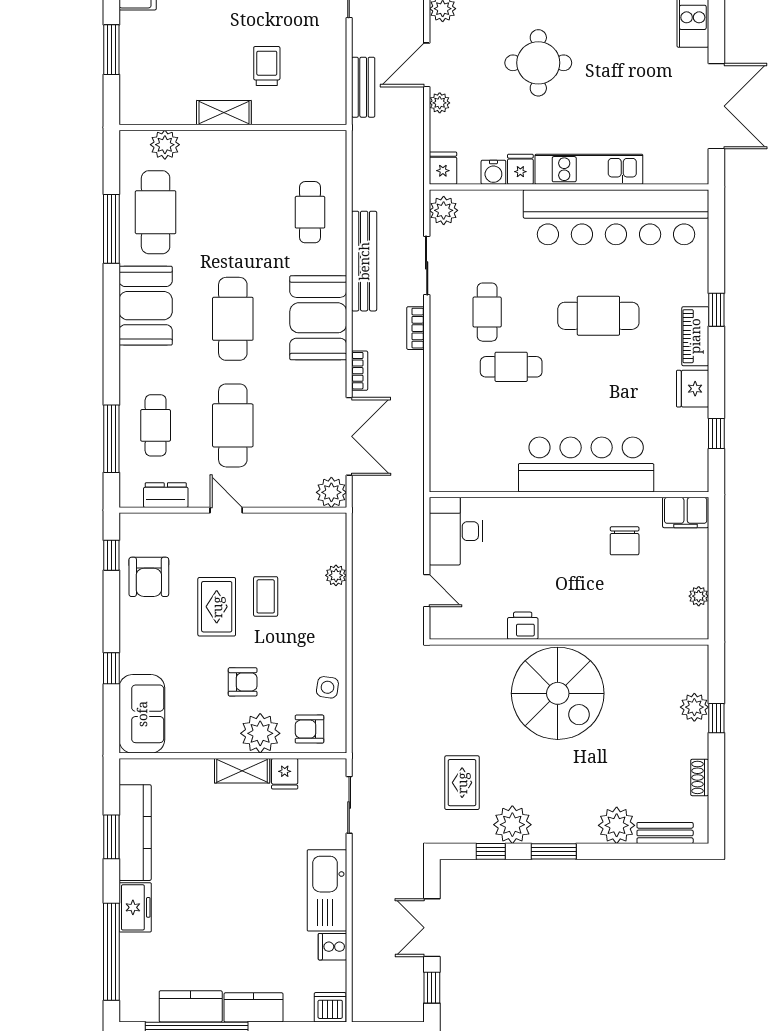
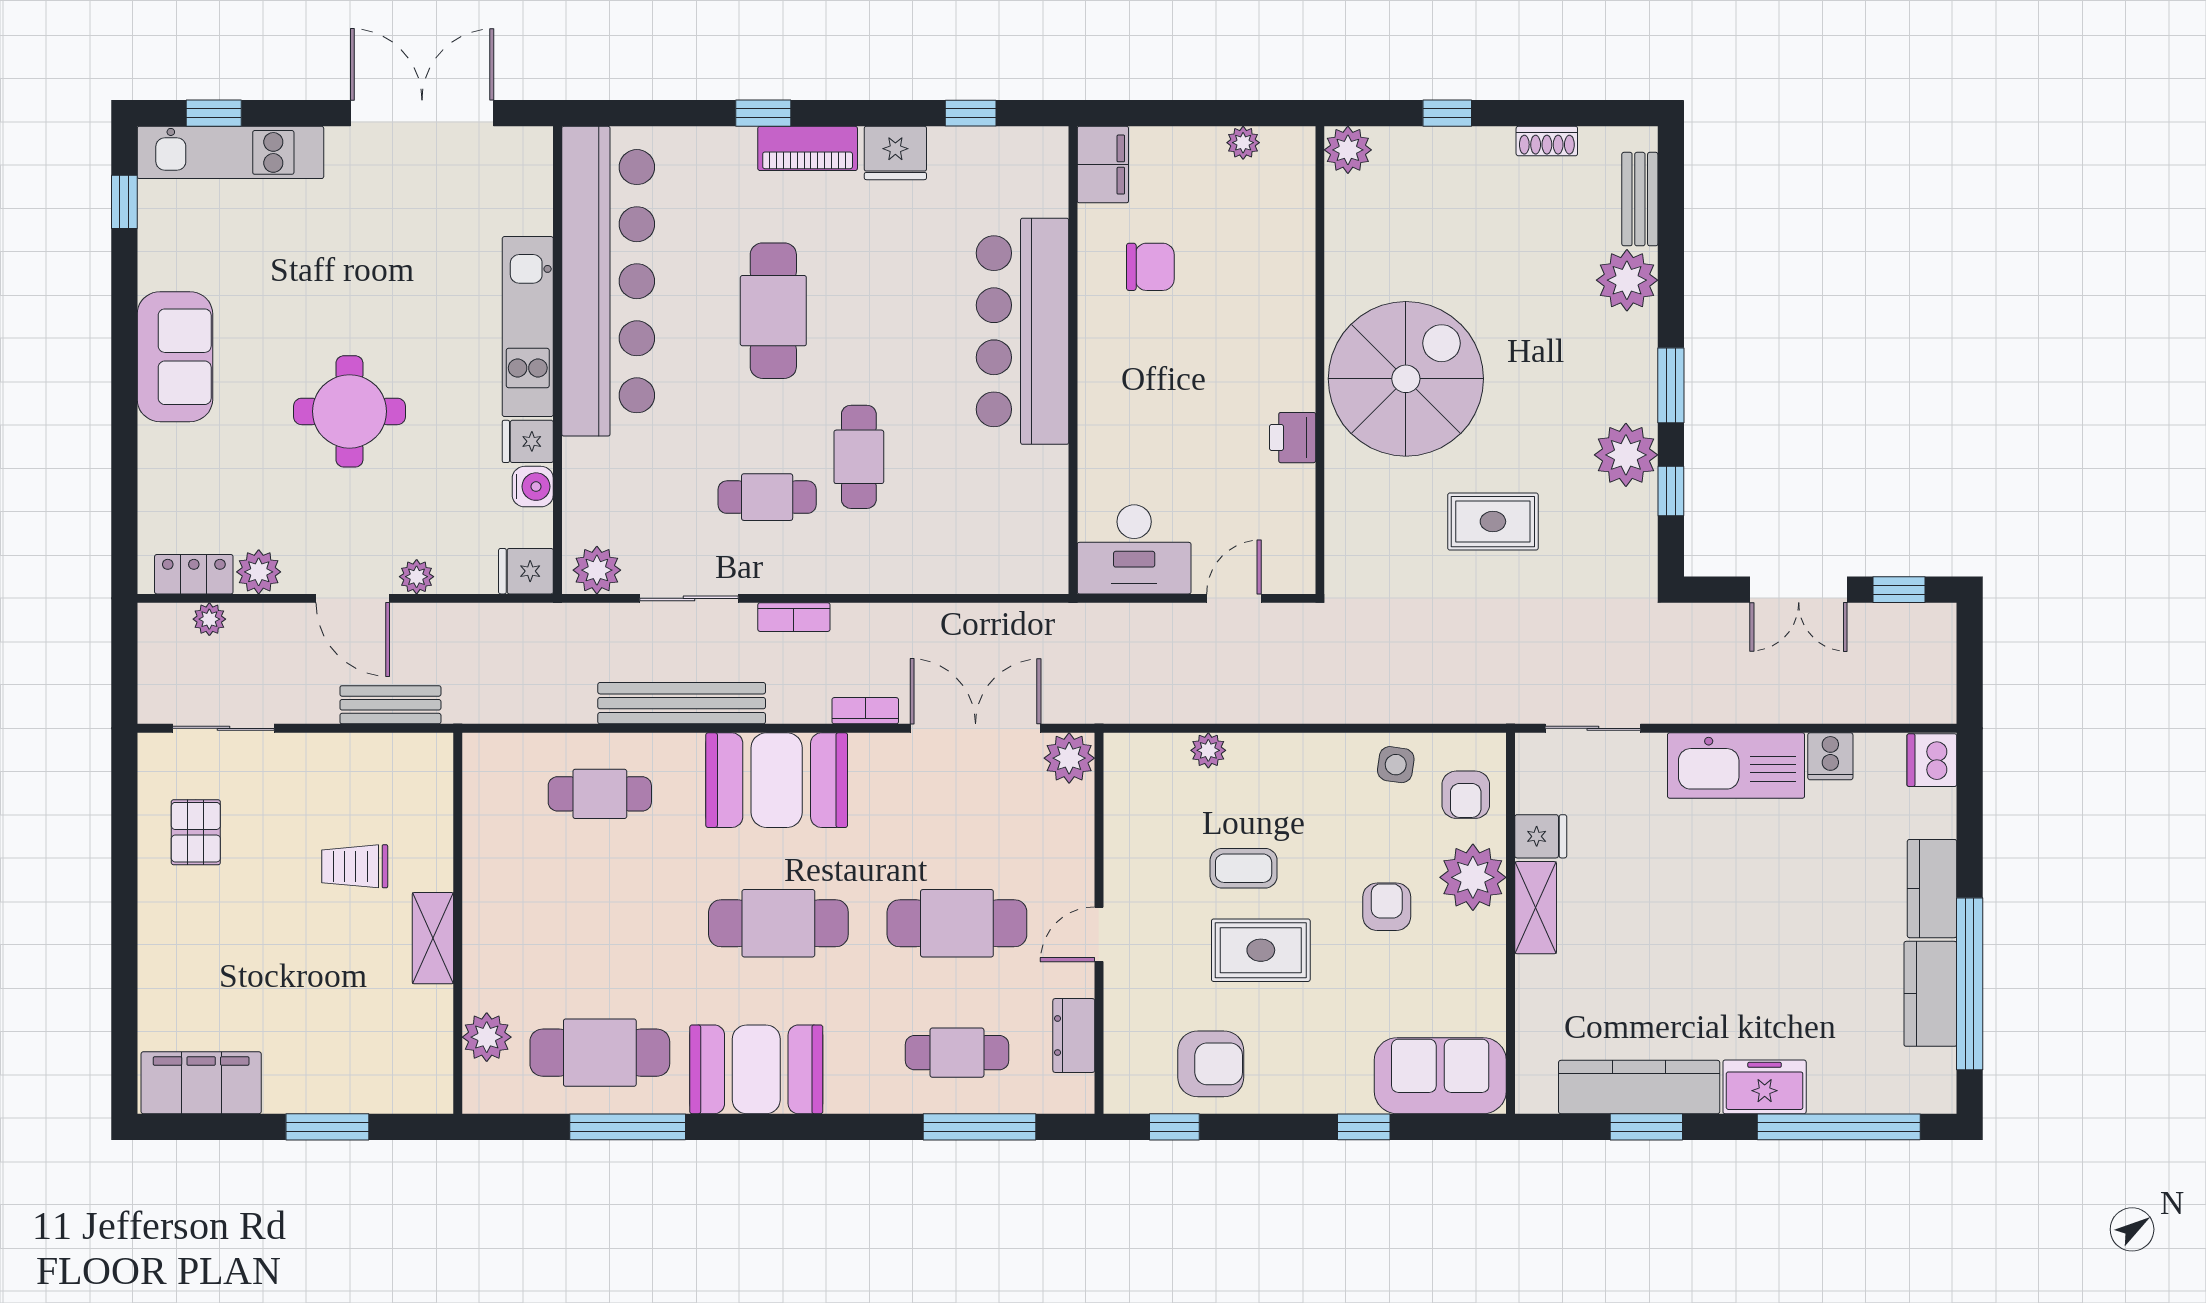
plant: (694, 707) -> (1348, 150), moved
rug: (462, 783) -> (1493, 522), moved

